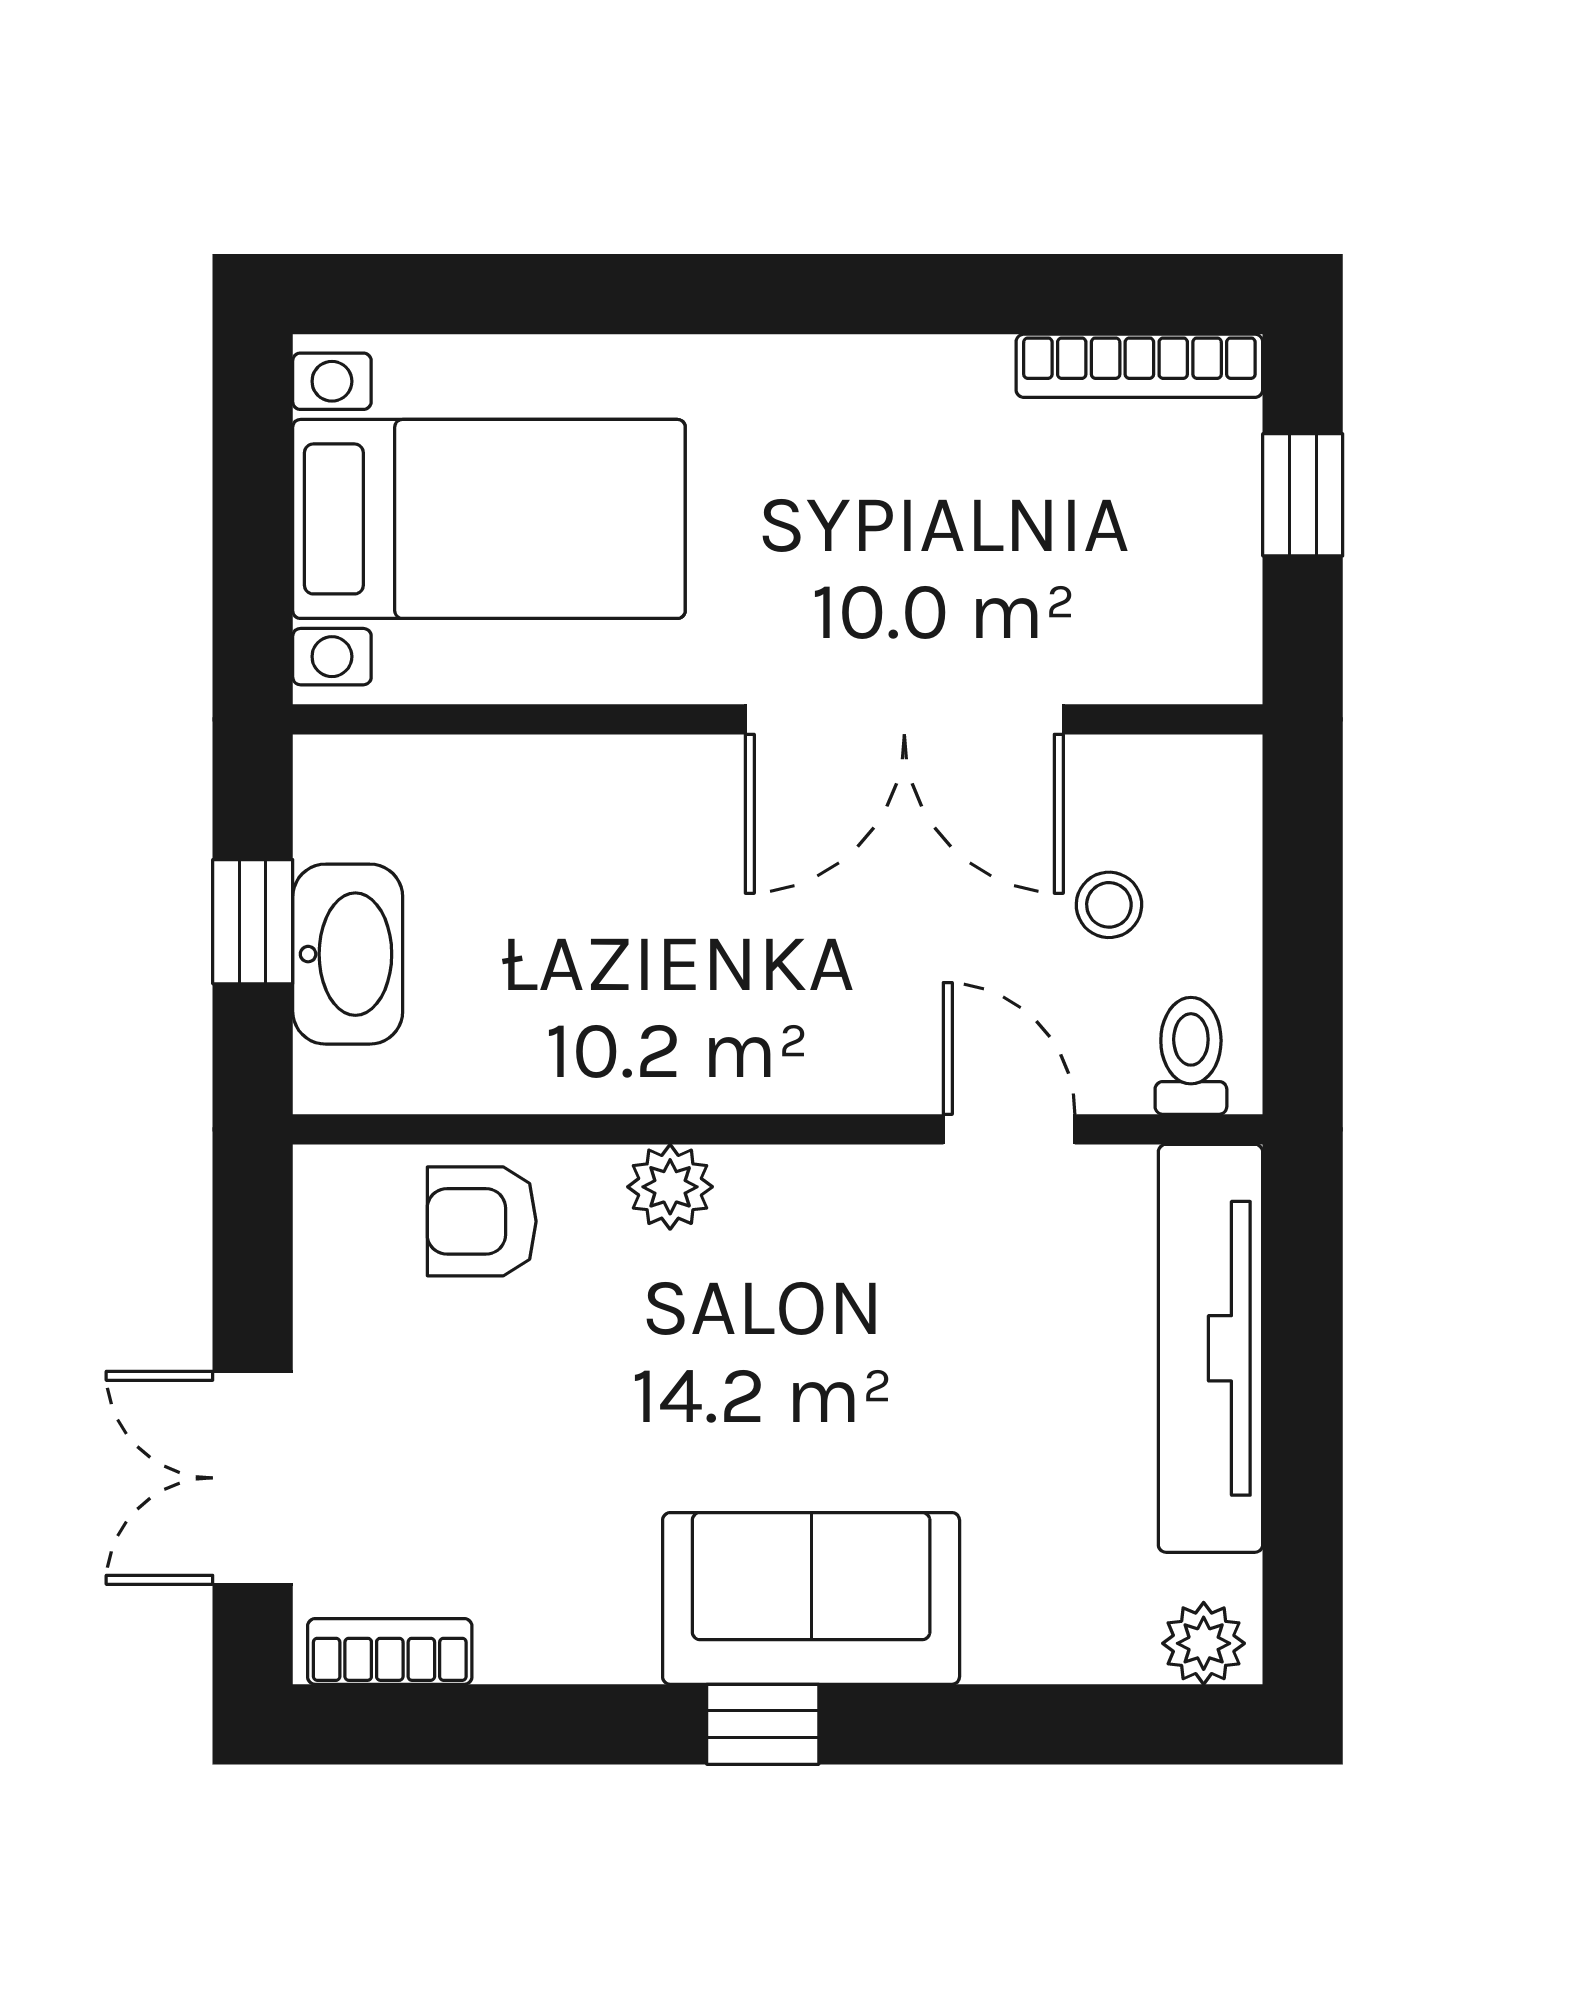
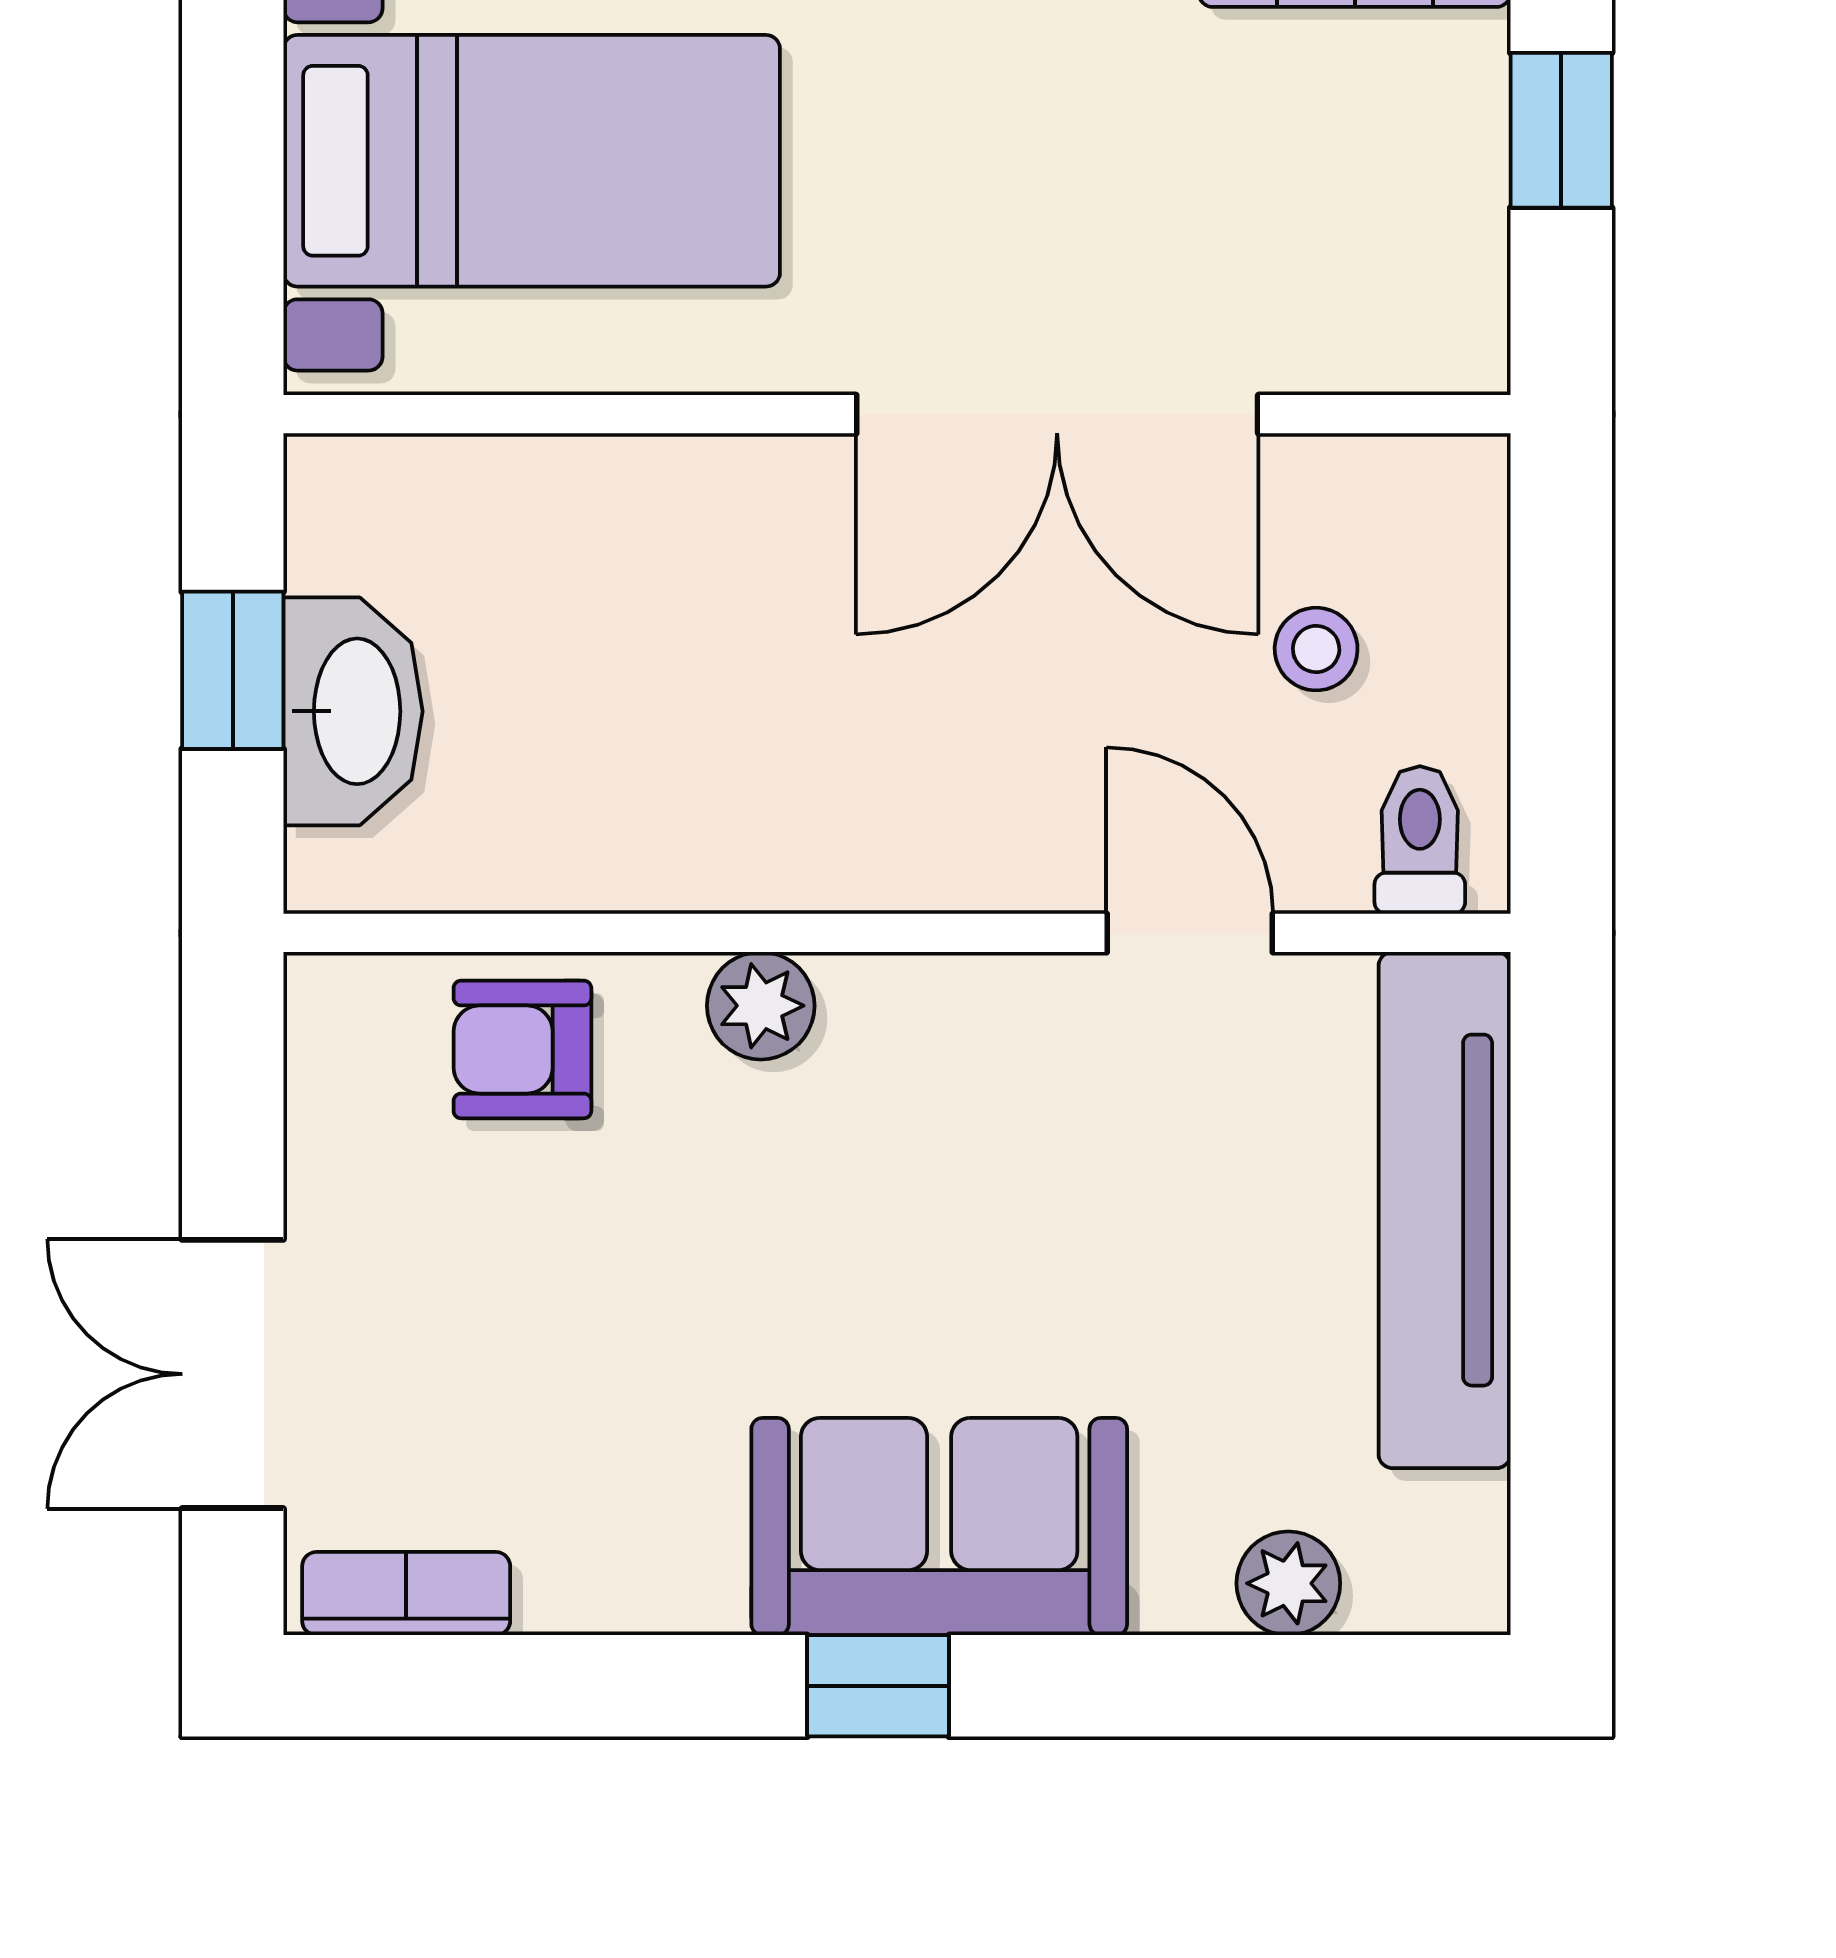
plant: (1204, 1643) -> (1288, 1583), moved

